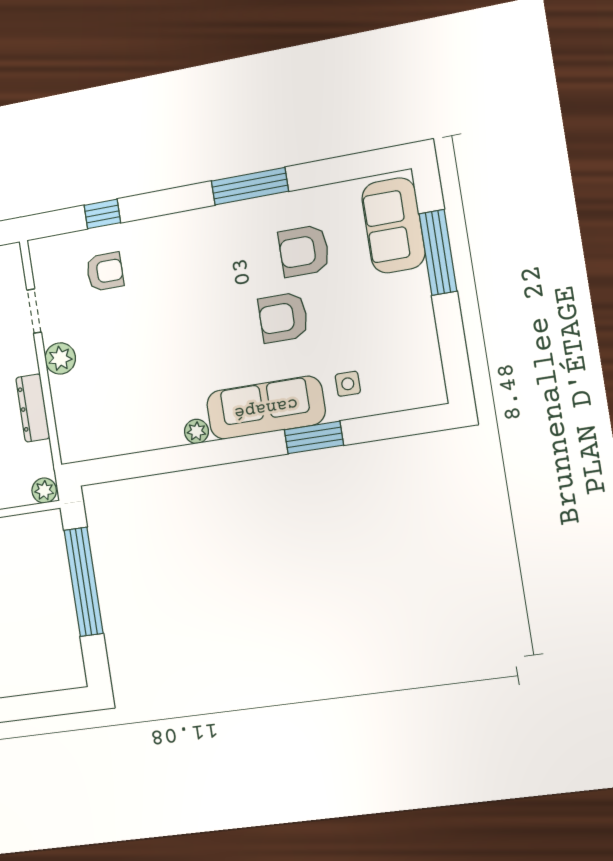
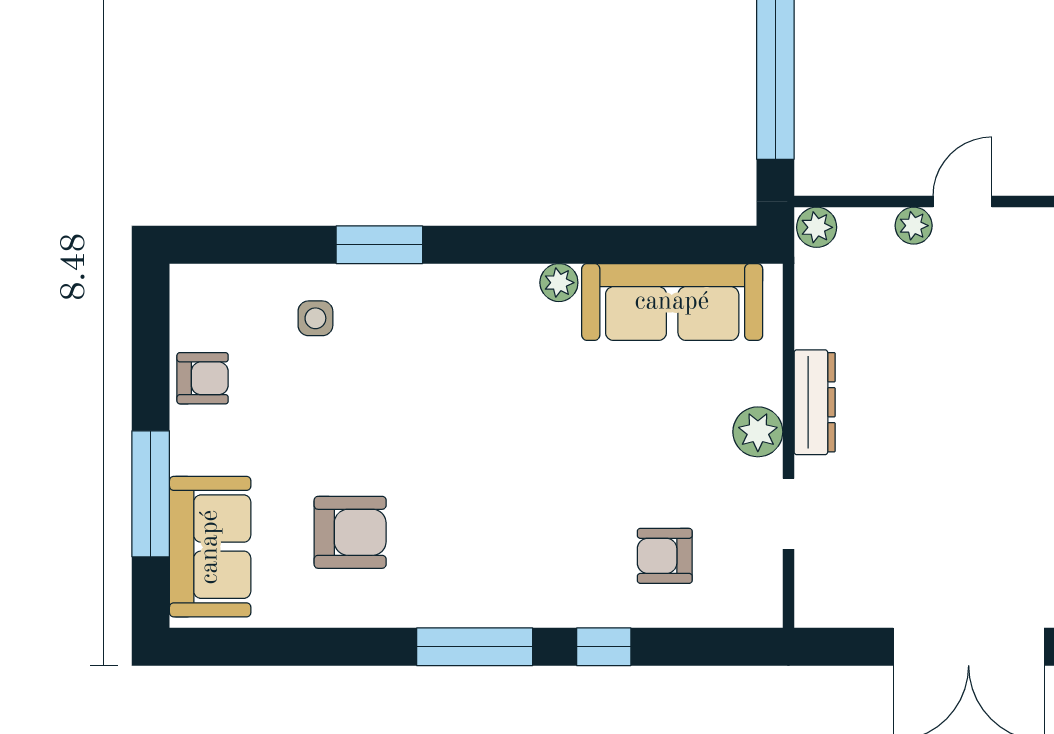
window: (250, 186) -> (475, 647), moved
window: (102, 214) -> (604, 647), moved
armchair: (283, 318) -> (203, 378), moved, width x0.72, depth x0.72
dresser: (33, 408) -> (815, 402), moved
sofa: (266, 408) -> (672, 302), moved

